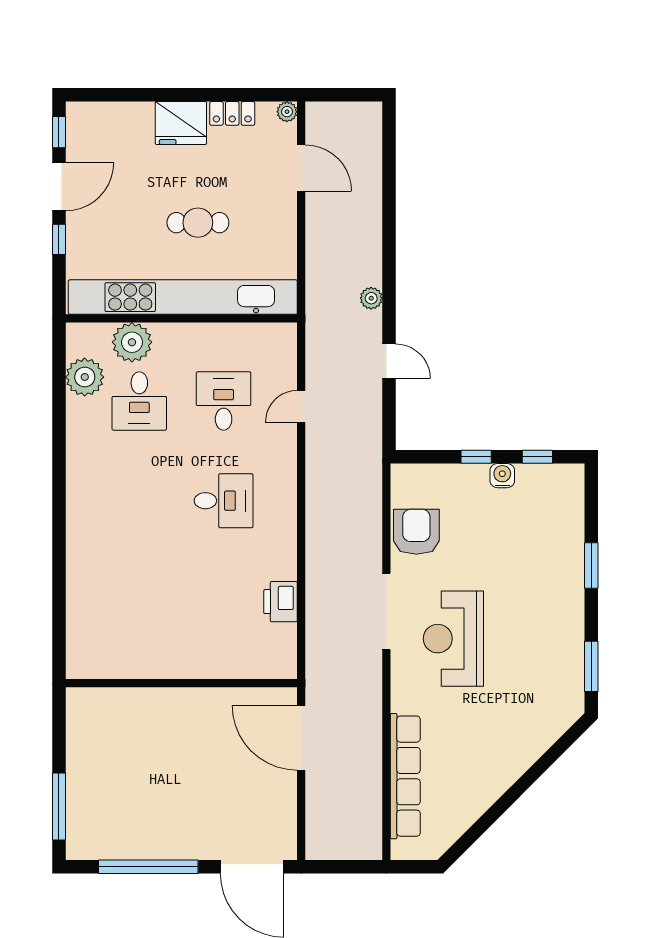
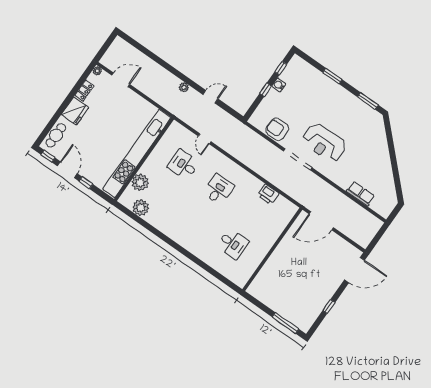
cafe table: (198, 223) -> (56, 135), moved
desk: (139, 401) -> (233, 244), moved
row of seats: (405, 776) -> (360, 194), width x0.50
window: (148, 867) -> (329, 307), width x0.32

